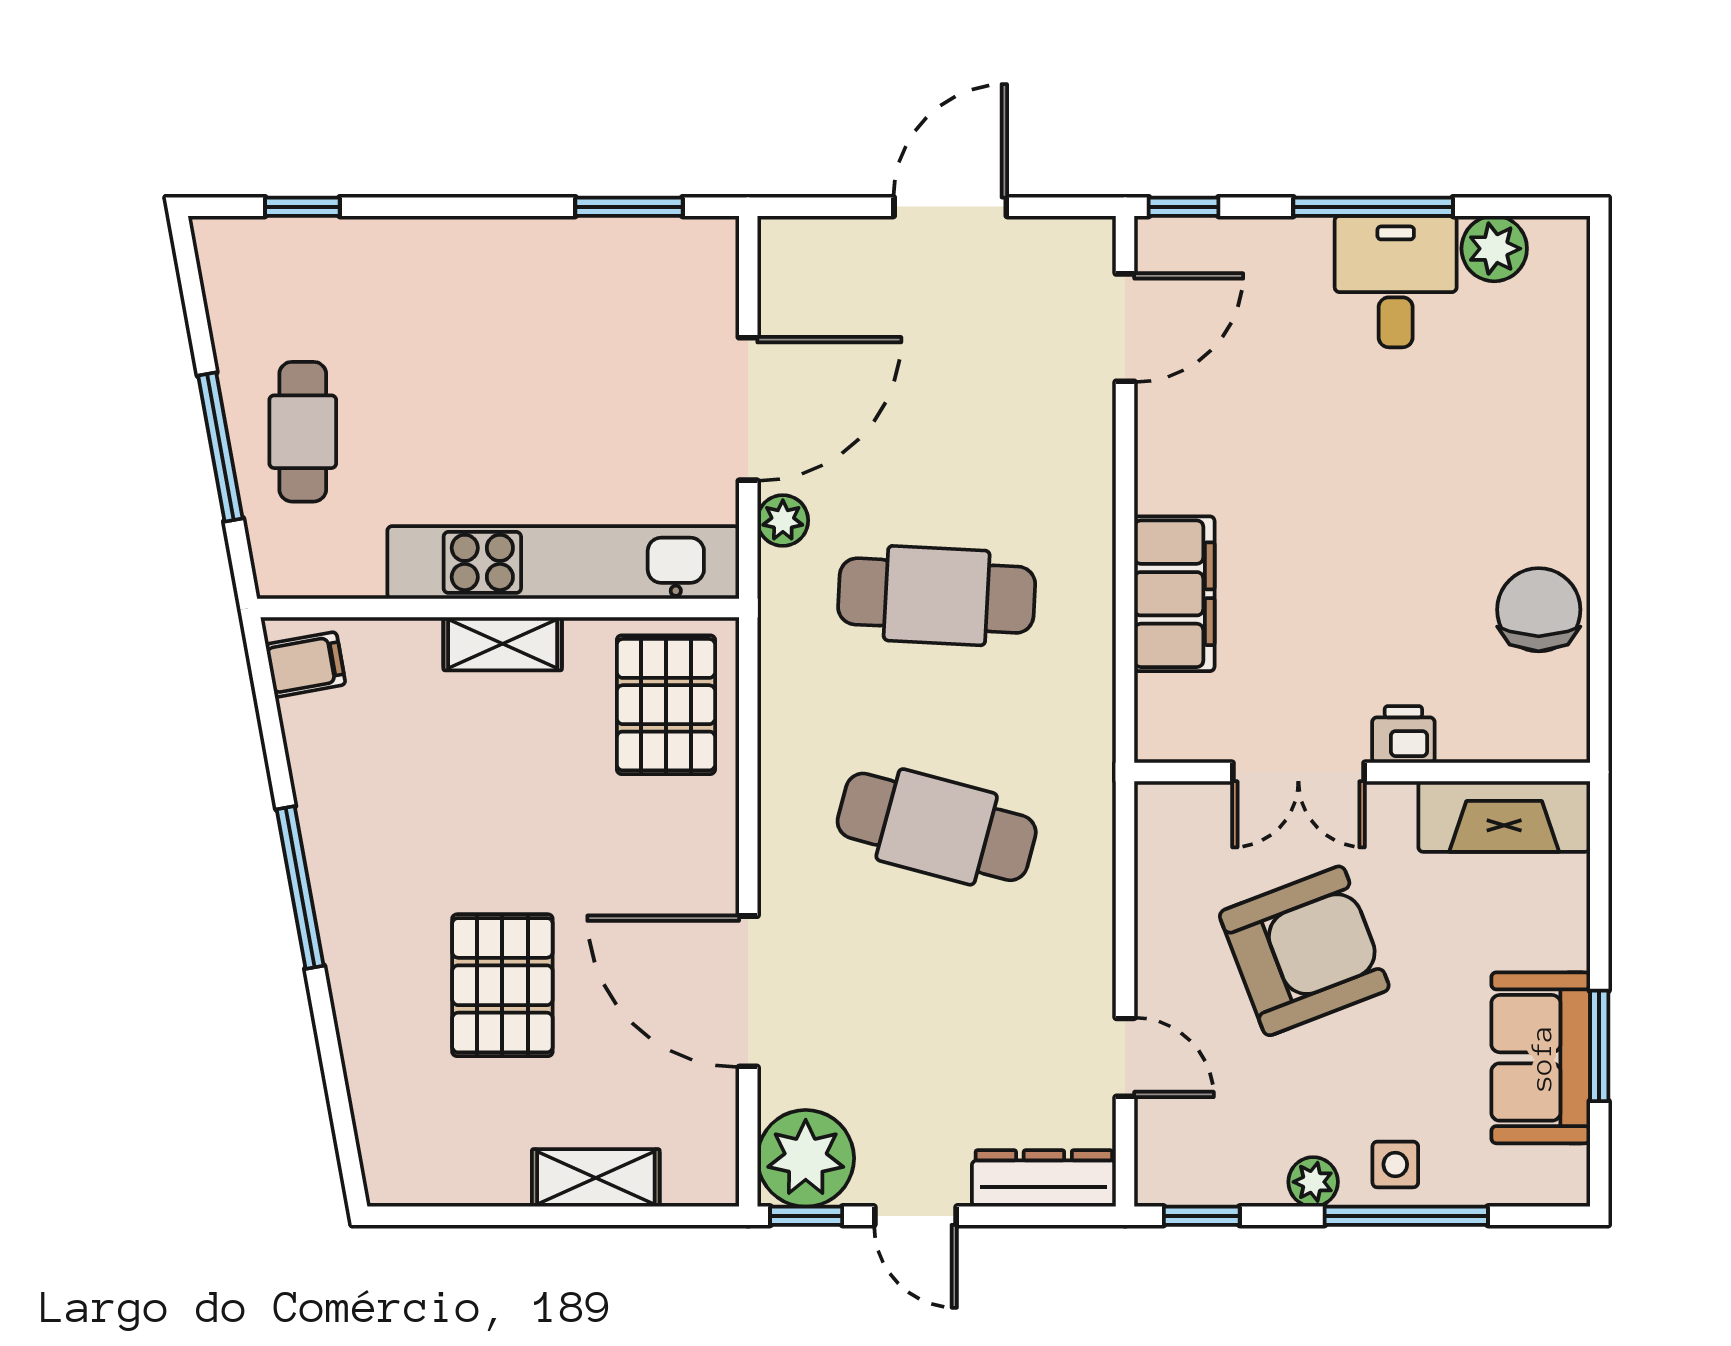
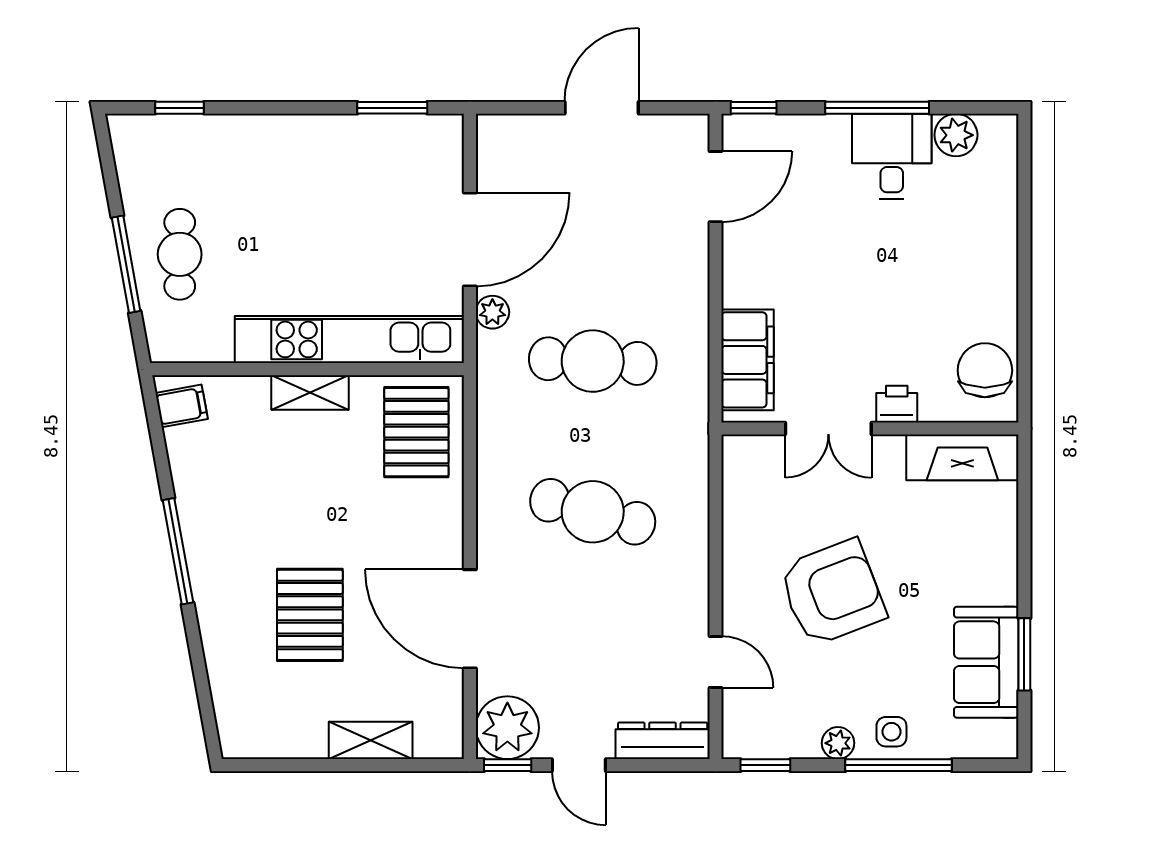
printer: (1403, 734) -> (897, 404), moved
double door: (1298, 772) -> (828, 429), moved
wall: (1362, 772) -> (870, 429), moved
fireplace: (1504, 816) -> (962, 457), moved

